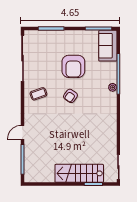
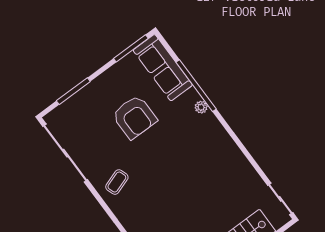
sofa: (108, 46) -> (163, 68), width x1.36
armchair: (70, 96) -> (158, 156), removed

